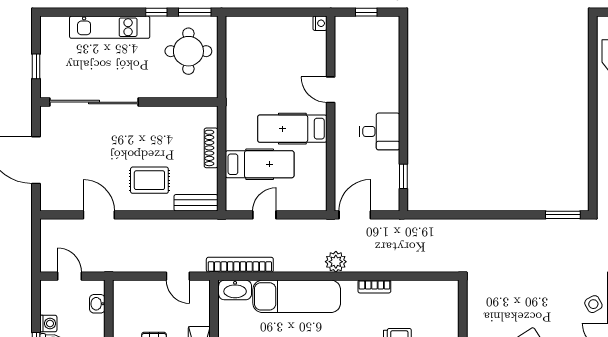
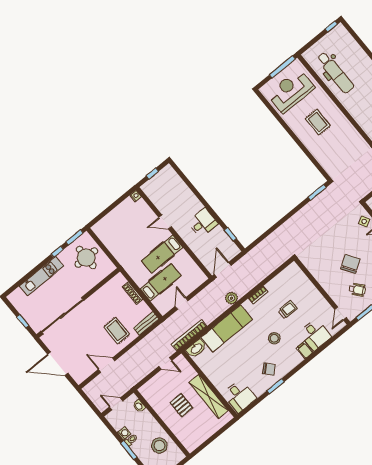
rug: (149, 180) -> (117, 331), turned 90

